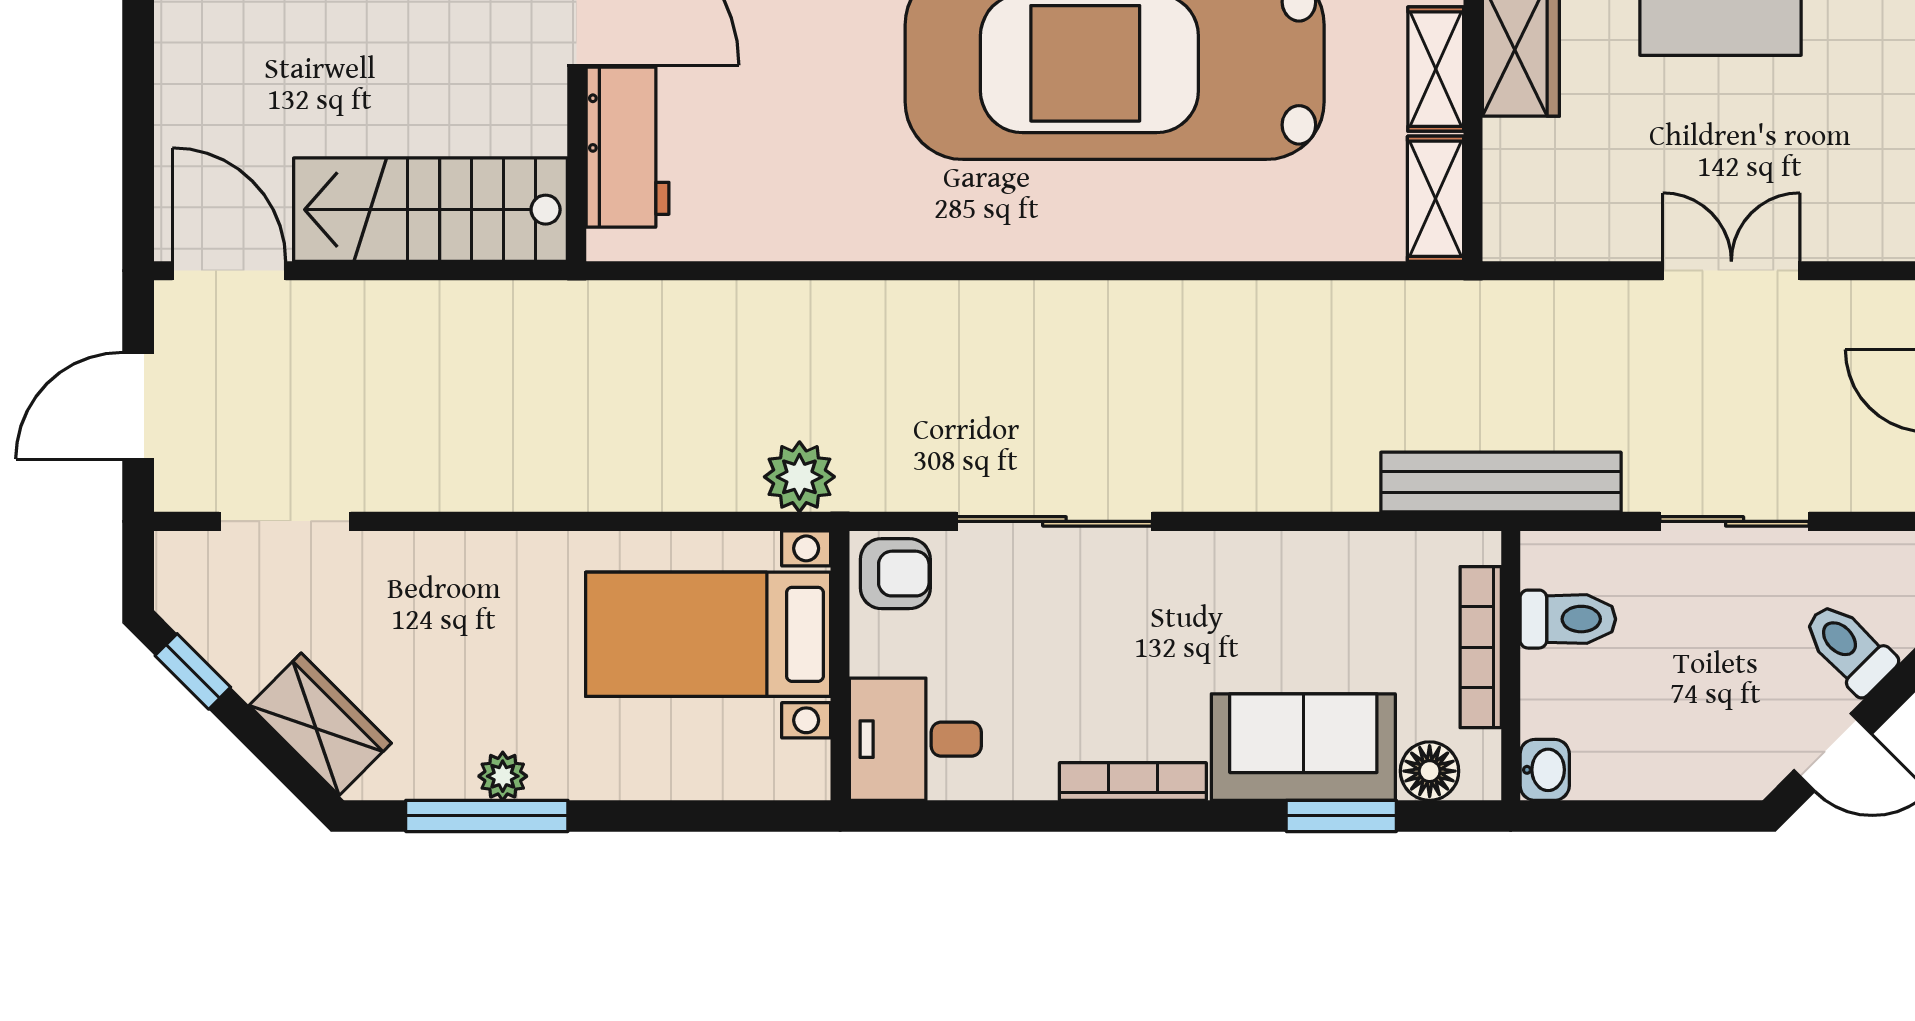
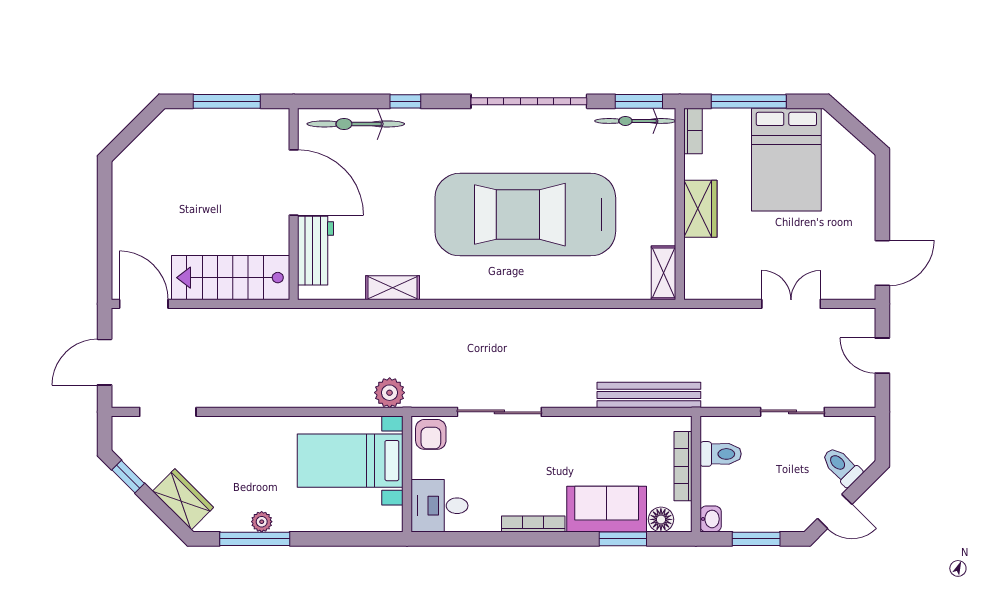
shelving: (1436, 69) -> (393, 288), moved, turned 90
bench: (1501, 482) -> (649, 395), moved
armchair: (895, 574) -> (431, 434), turned 90
window: (1650, 816) -> (756, 539), added

